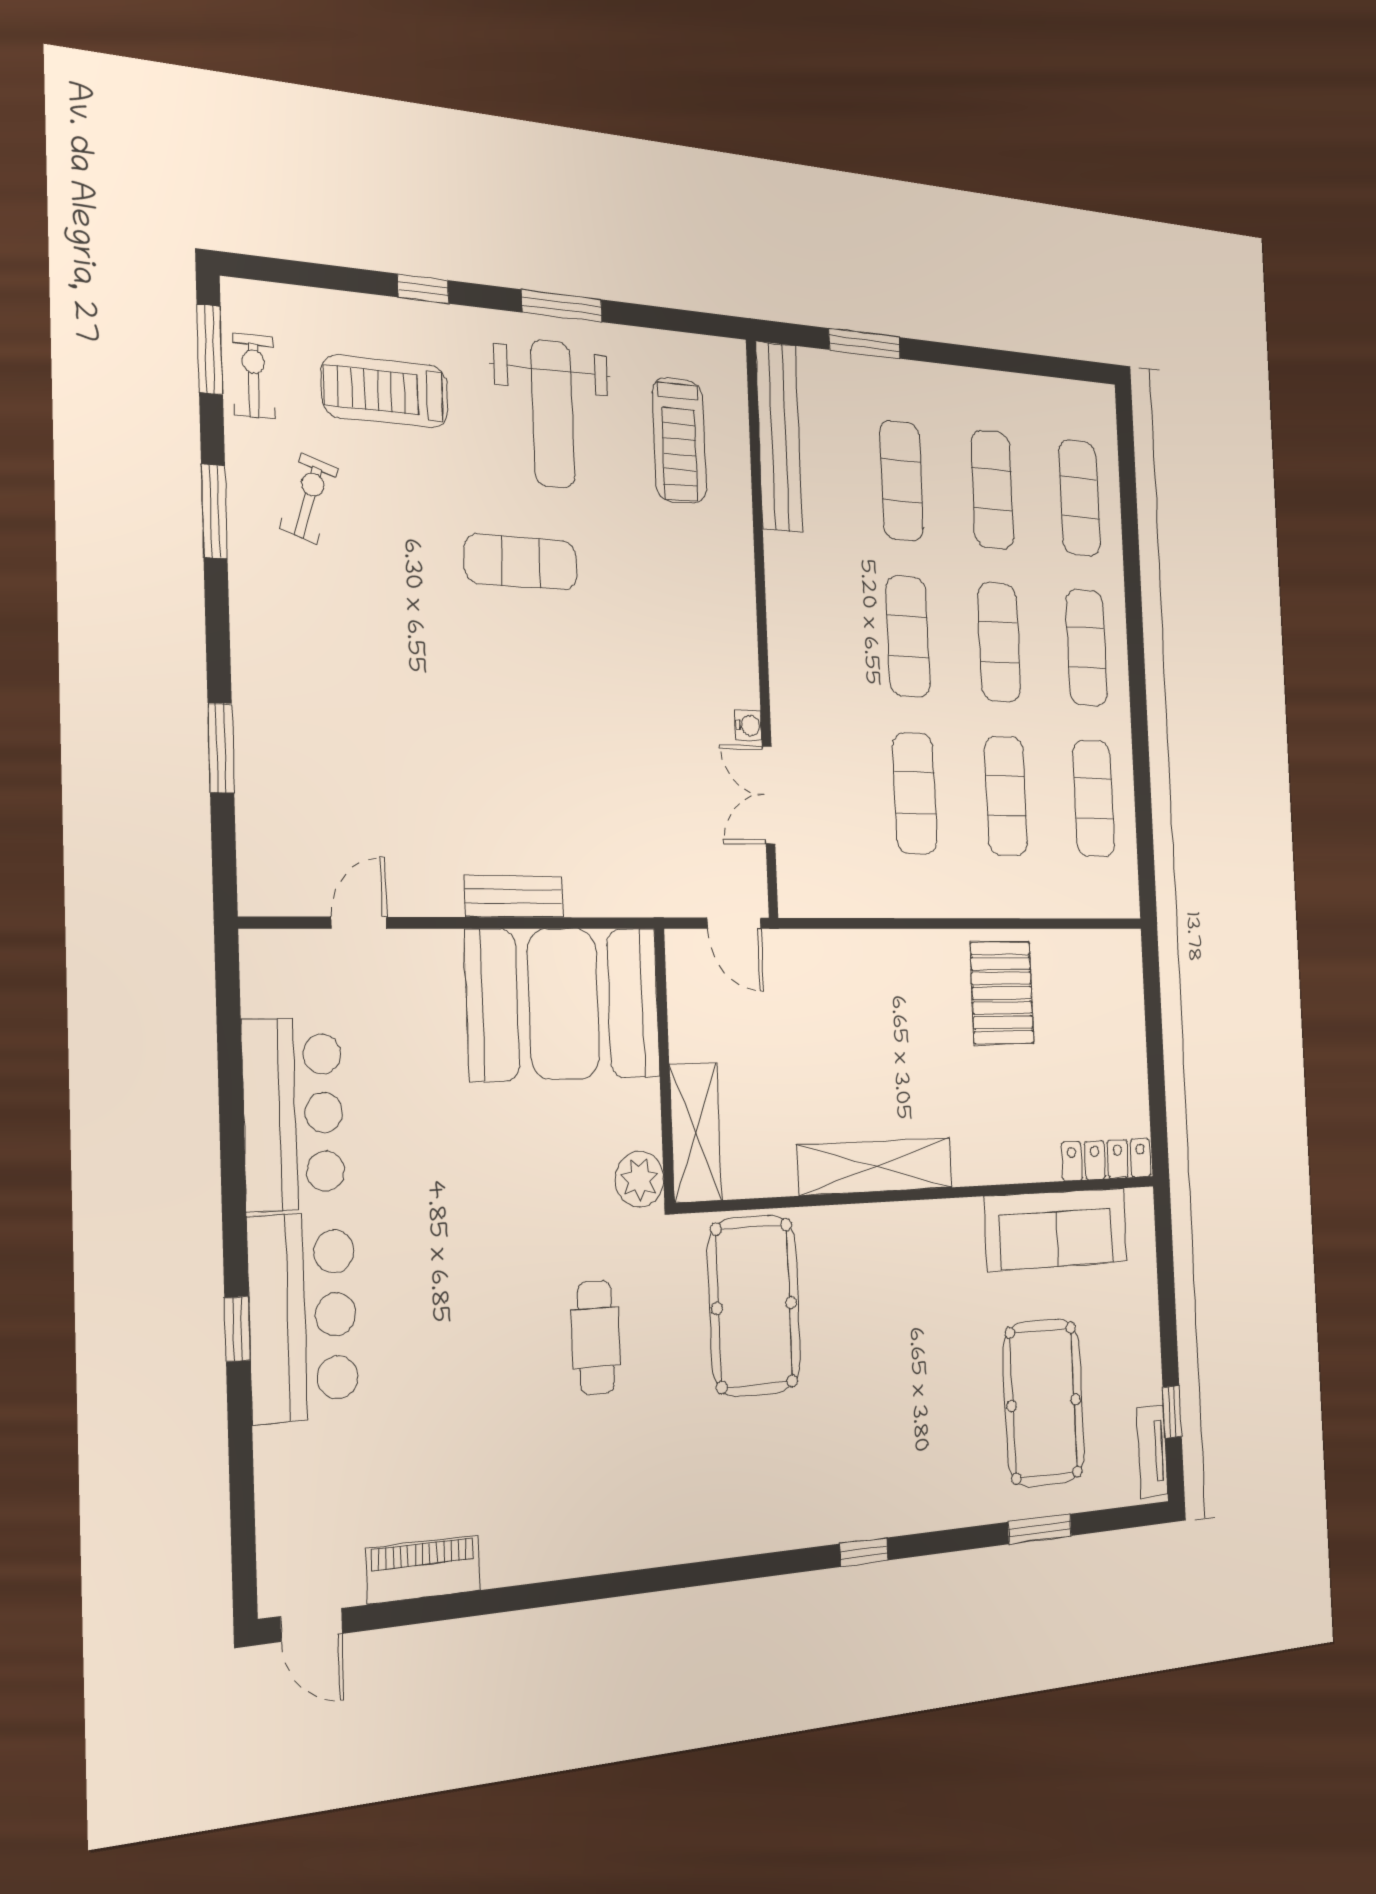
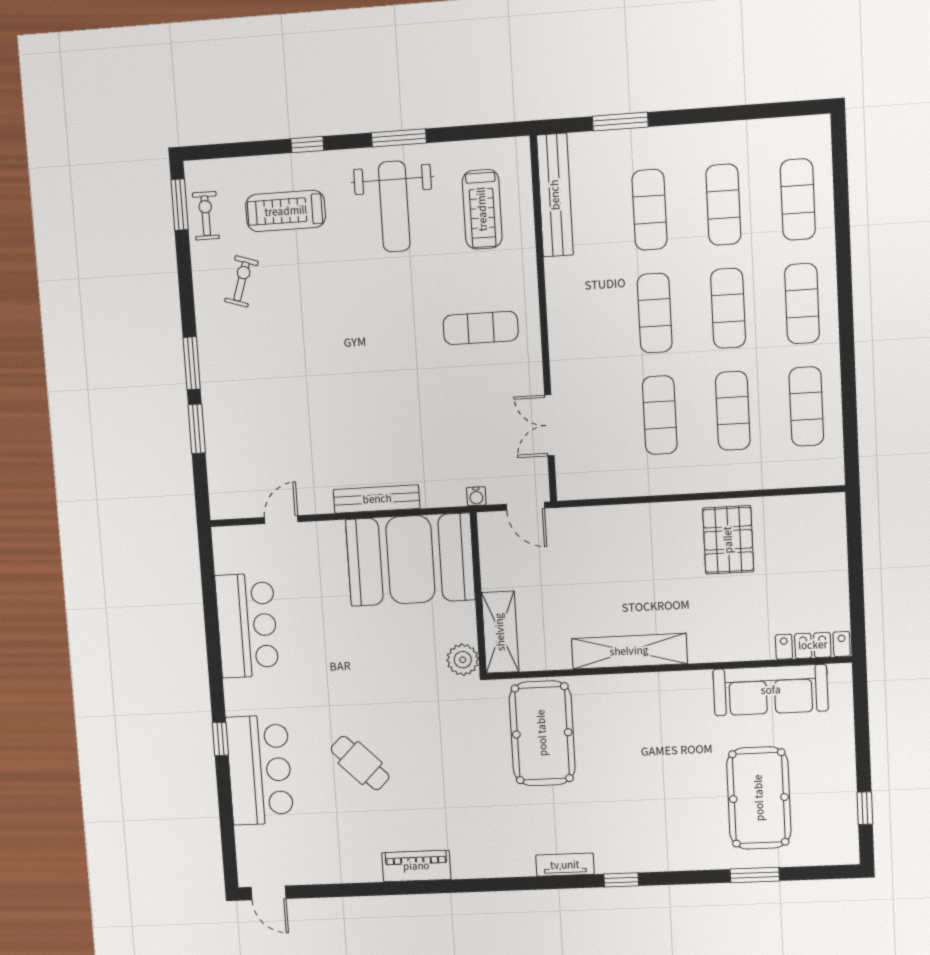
window: (214, 511) -> (192, 363), moved
exercise mat: (521, 562) -> (481, 328), moved
water cooler: (748, 725) -> (476, 496), moved, turned 90
bench: (514, 896) -> (377, 499), width x1.36
bar counter: (303, 1317) -> (260, 770), moved
cafe table: (596, 1337) -> (360, 763), moved, turned -45
tv unit: (1152, 1451) -> (565, 865), moved, turned 90
piano: (423, 1569) -> (416, 866), moved

